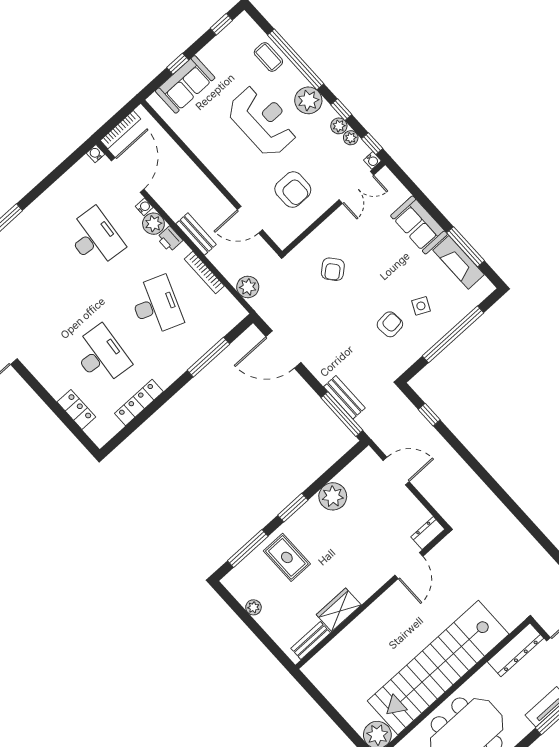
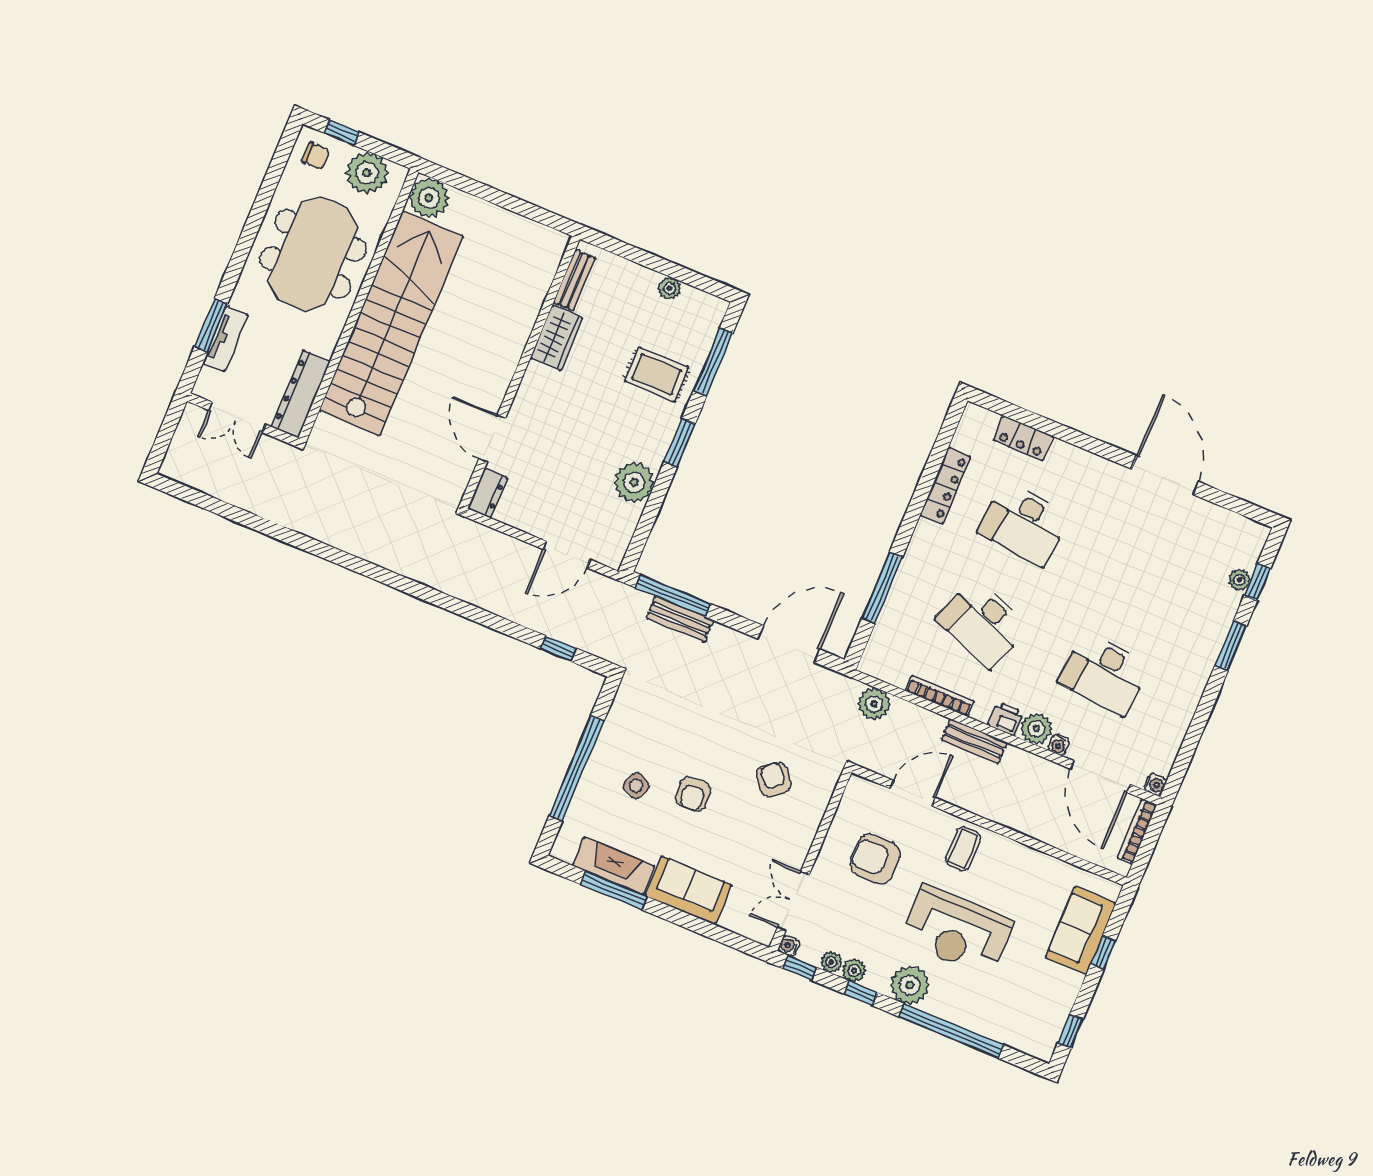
coffee table: (268, 57) -> (963, 849), moved, turned 90
armchair: (390, 324) -> (693, 794), moved

